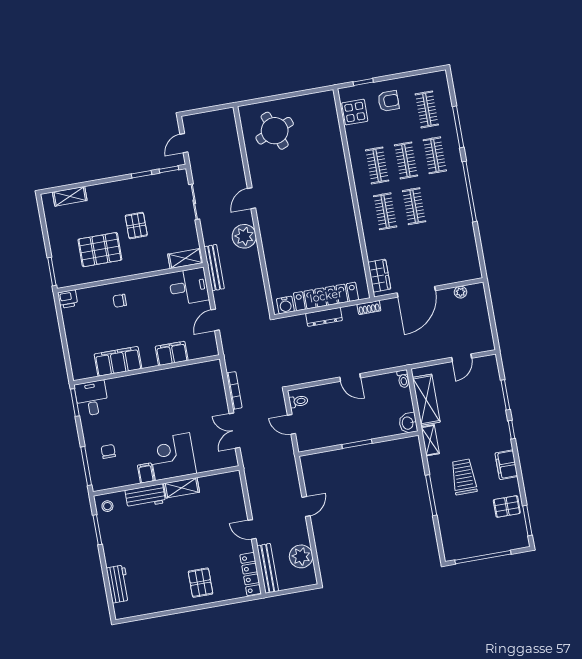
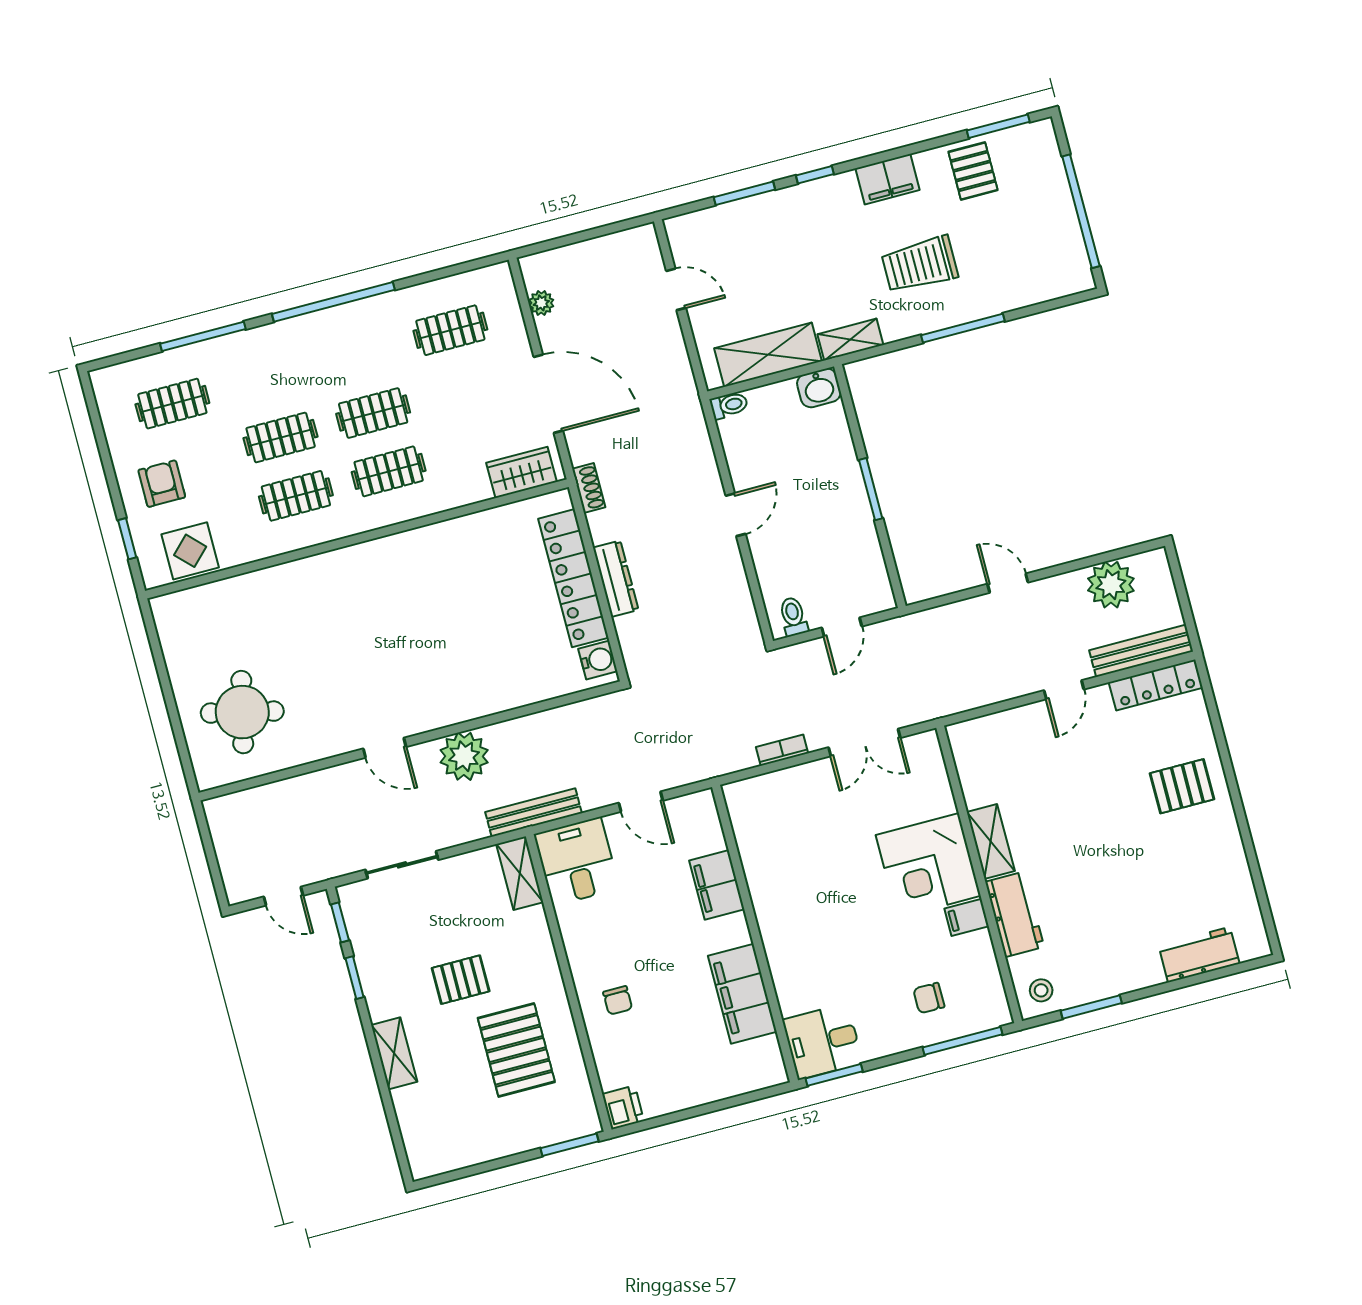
round table: (275, 131) -> (242, 712), turned 34
clothes rail: (435, 155) -> (450, 330), moved
shelving: (70, 196) -> (394, 1053), moved
bookcase: (234, 390) -> (782, 750), width x0.64

